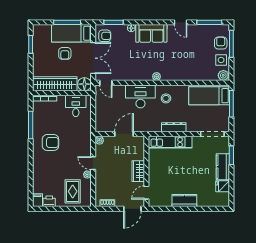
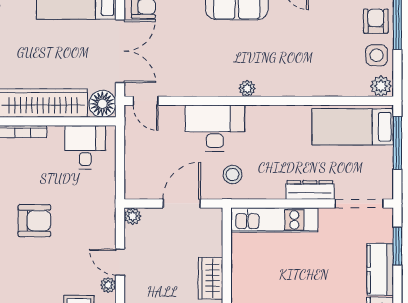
armchair: (65, 53) -> (63, 42), removed
stool: (166, 98) -> (232, 174), moved
dresser: (174, 127) -> (310, 190), moved

